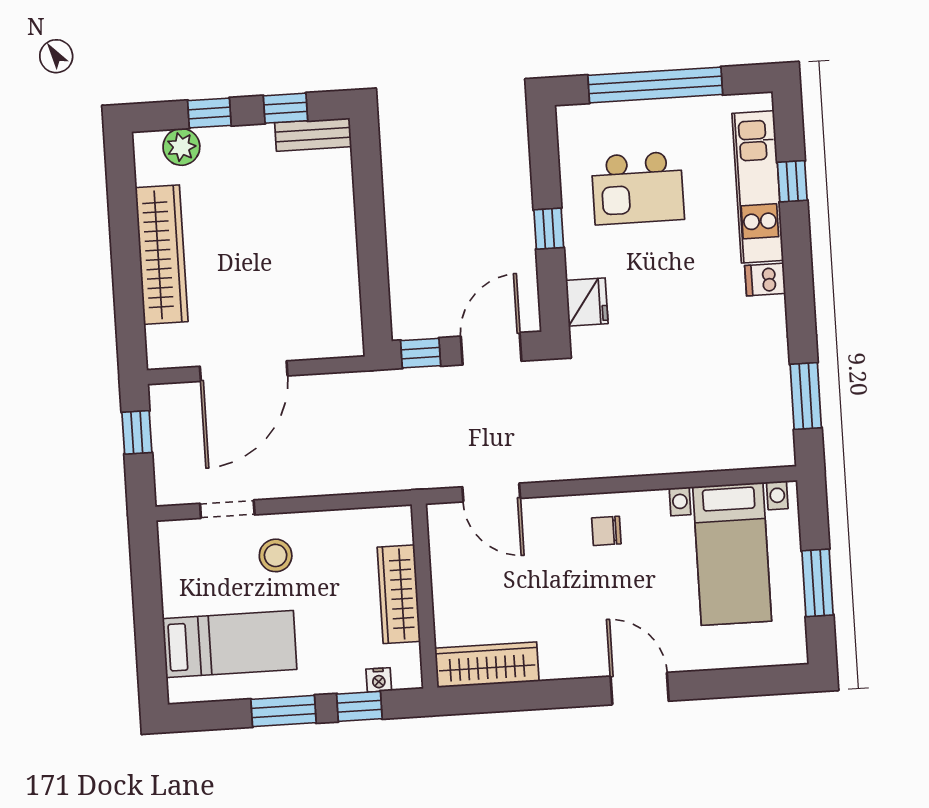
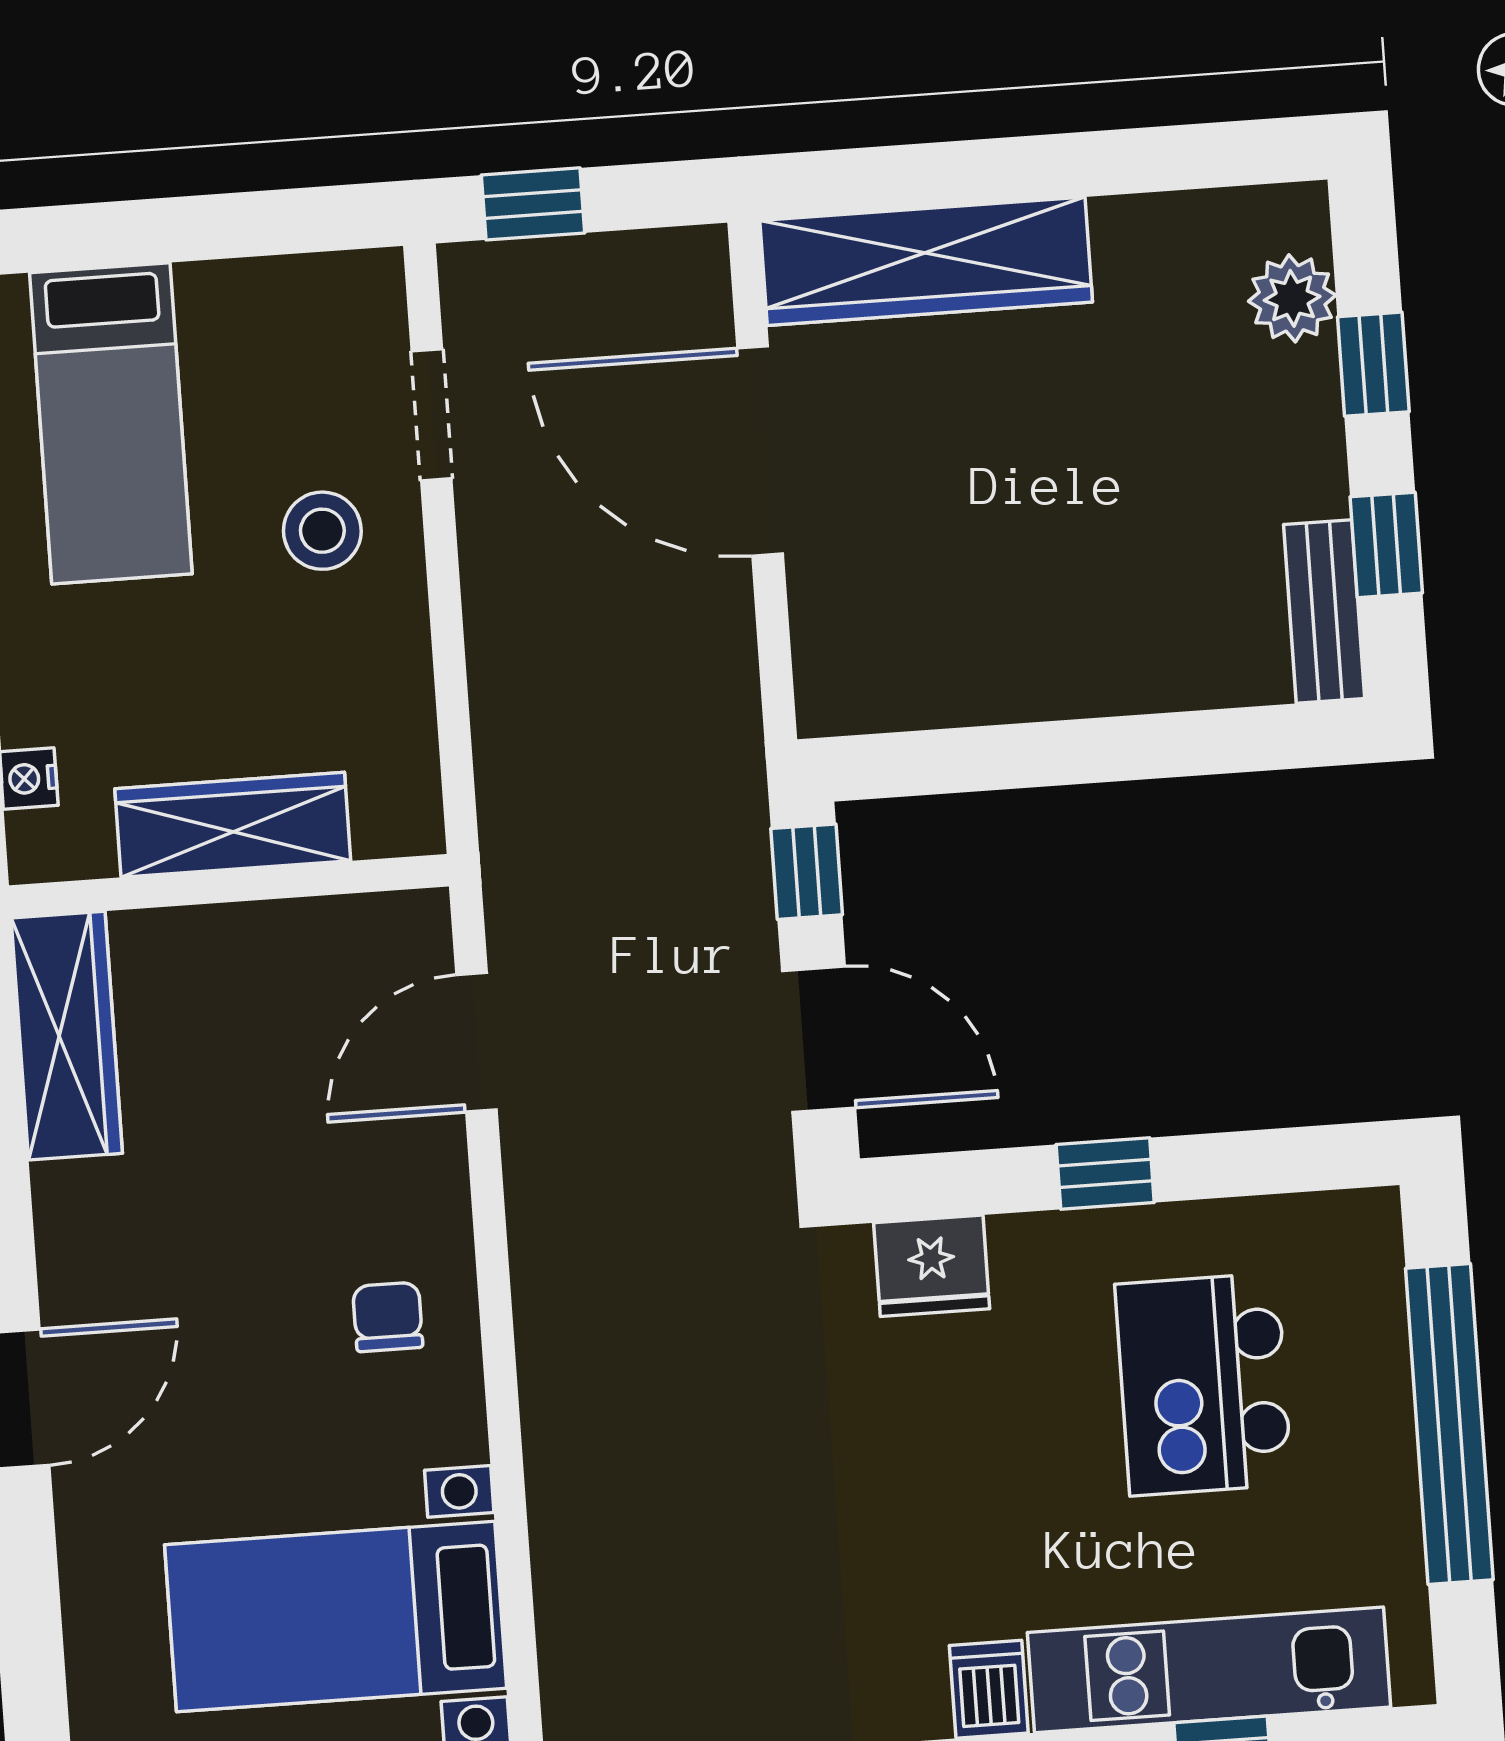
wardrobe: (162, 255) -> (926, 261), moved
window: (137, 432) -> (533, 204), moved

